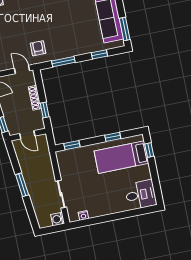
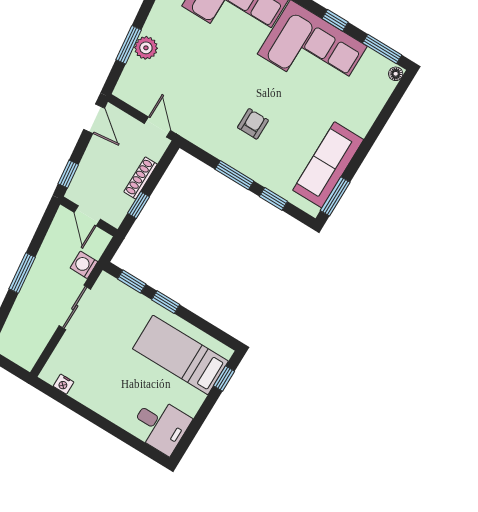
armchair: (38, 48) -> (253, 124), moved
window: (63, 62) -> (234, 175), moved
window: (113, 137) -> (166, 302), moved
sliding door: (61, 194) -> (75, 307), moved
washing machine: (58, 219) -> (84, 265), moved

